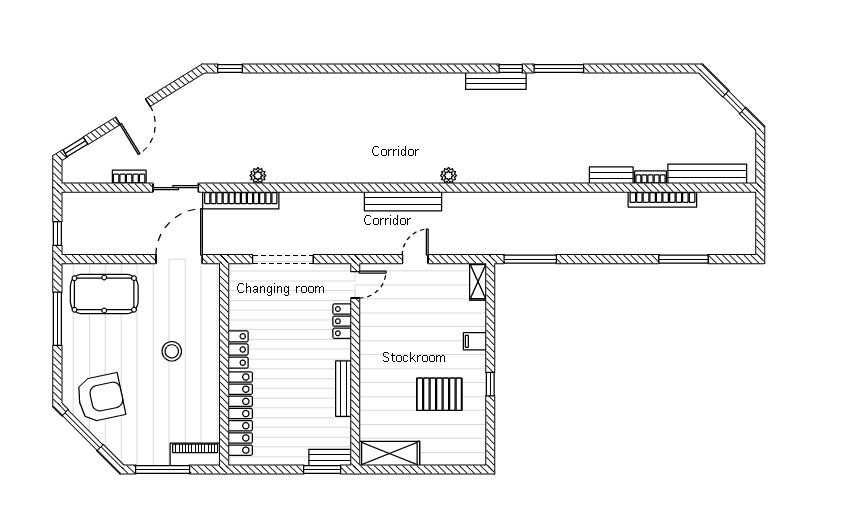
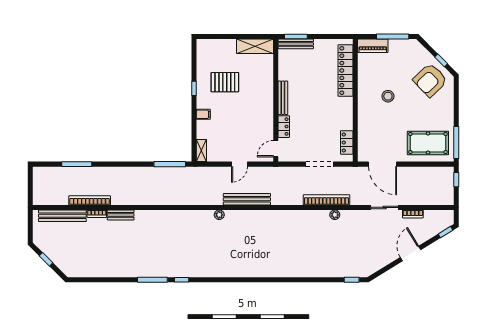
bench: (496, 81) -> (191, 272), removed
bookcase: (241, 200) -> (326, 200), moved
door: (179, 259) -> (383, 164), hinge flipped
doorway: (283, 259) -> (320, 164), width x0.73
window: (57, 319) -> (456, 142), moved
locker: (238, 349) -> (347, 143), moved
stool: (172, 351) -> (388, 96), moved
bench: (344, 389) -> (283, 98), moved
armchair: (101, 398) -> (430, 80), turned -32
window: (83, 430) -> (441, 60), width x0.46
bench: (330, 457) -> (296, 44), width x1.36

